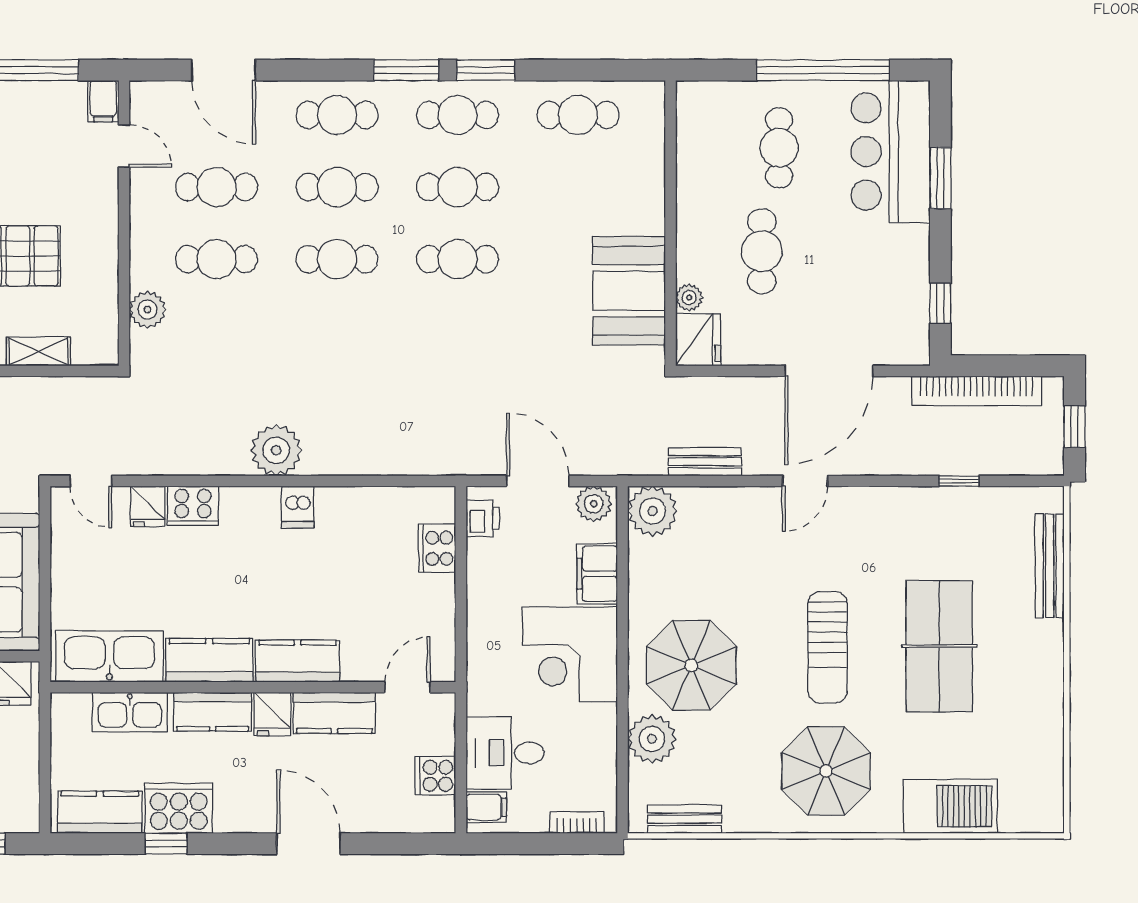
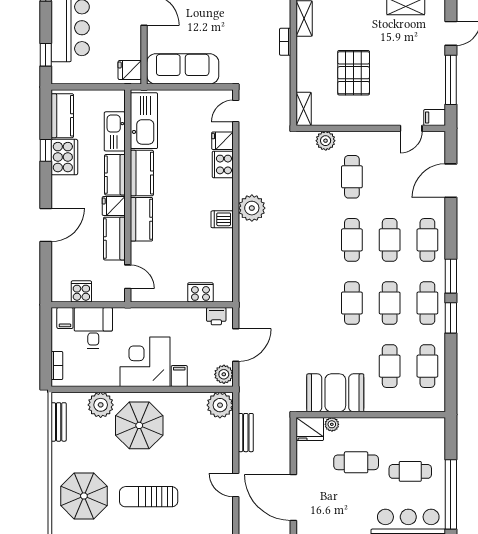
cafe table: (216, 187) -> (390, 366), moved
shelving: (38, 351) -> (304, 109), moved
filing cabinet: (597, 574) -> (179, 376), width x0.50

